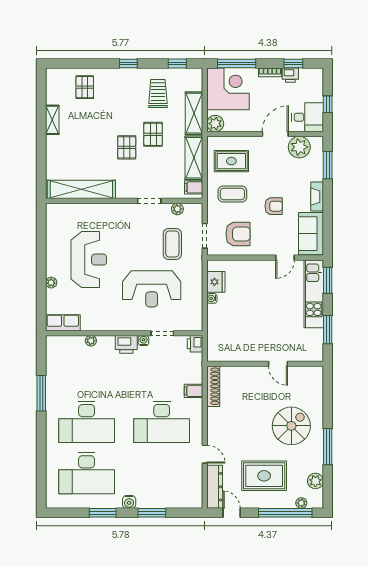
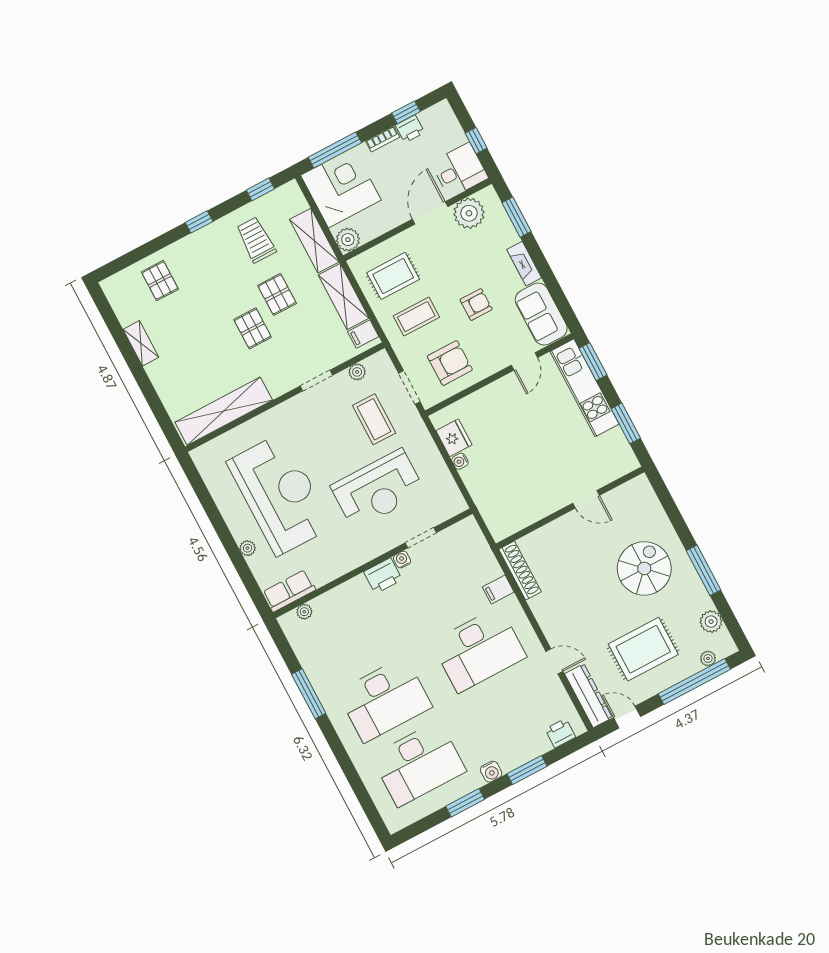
reception desk: (89, 260) -> (280, 494), width x1.36, depth x1.30
plant: (91, 341) -> (304, 612), moved
printer: (195, 344) -> (560, 733), moved, turned 90

